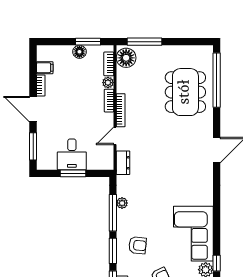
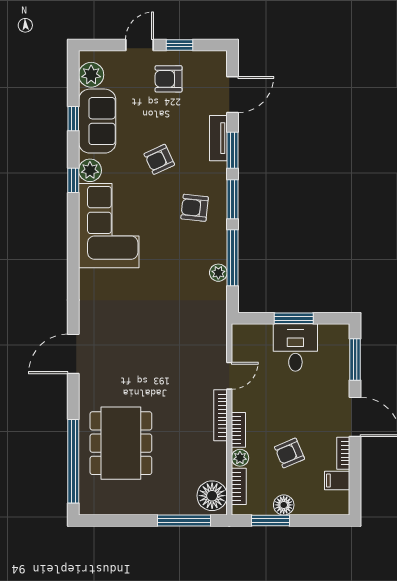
armchair: (76, 86) -> (290, 453), added
dresser: (123, 163) -> (217, 335), removed

